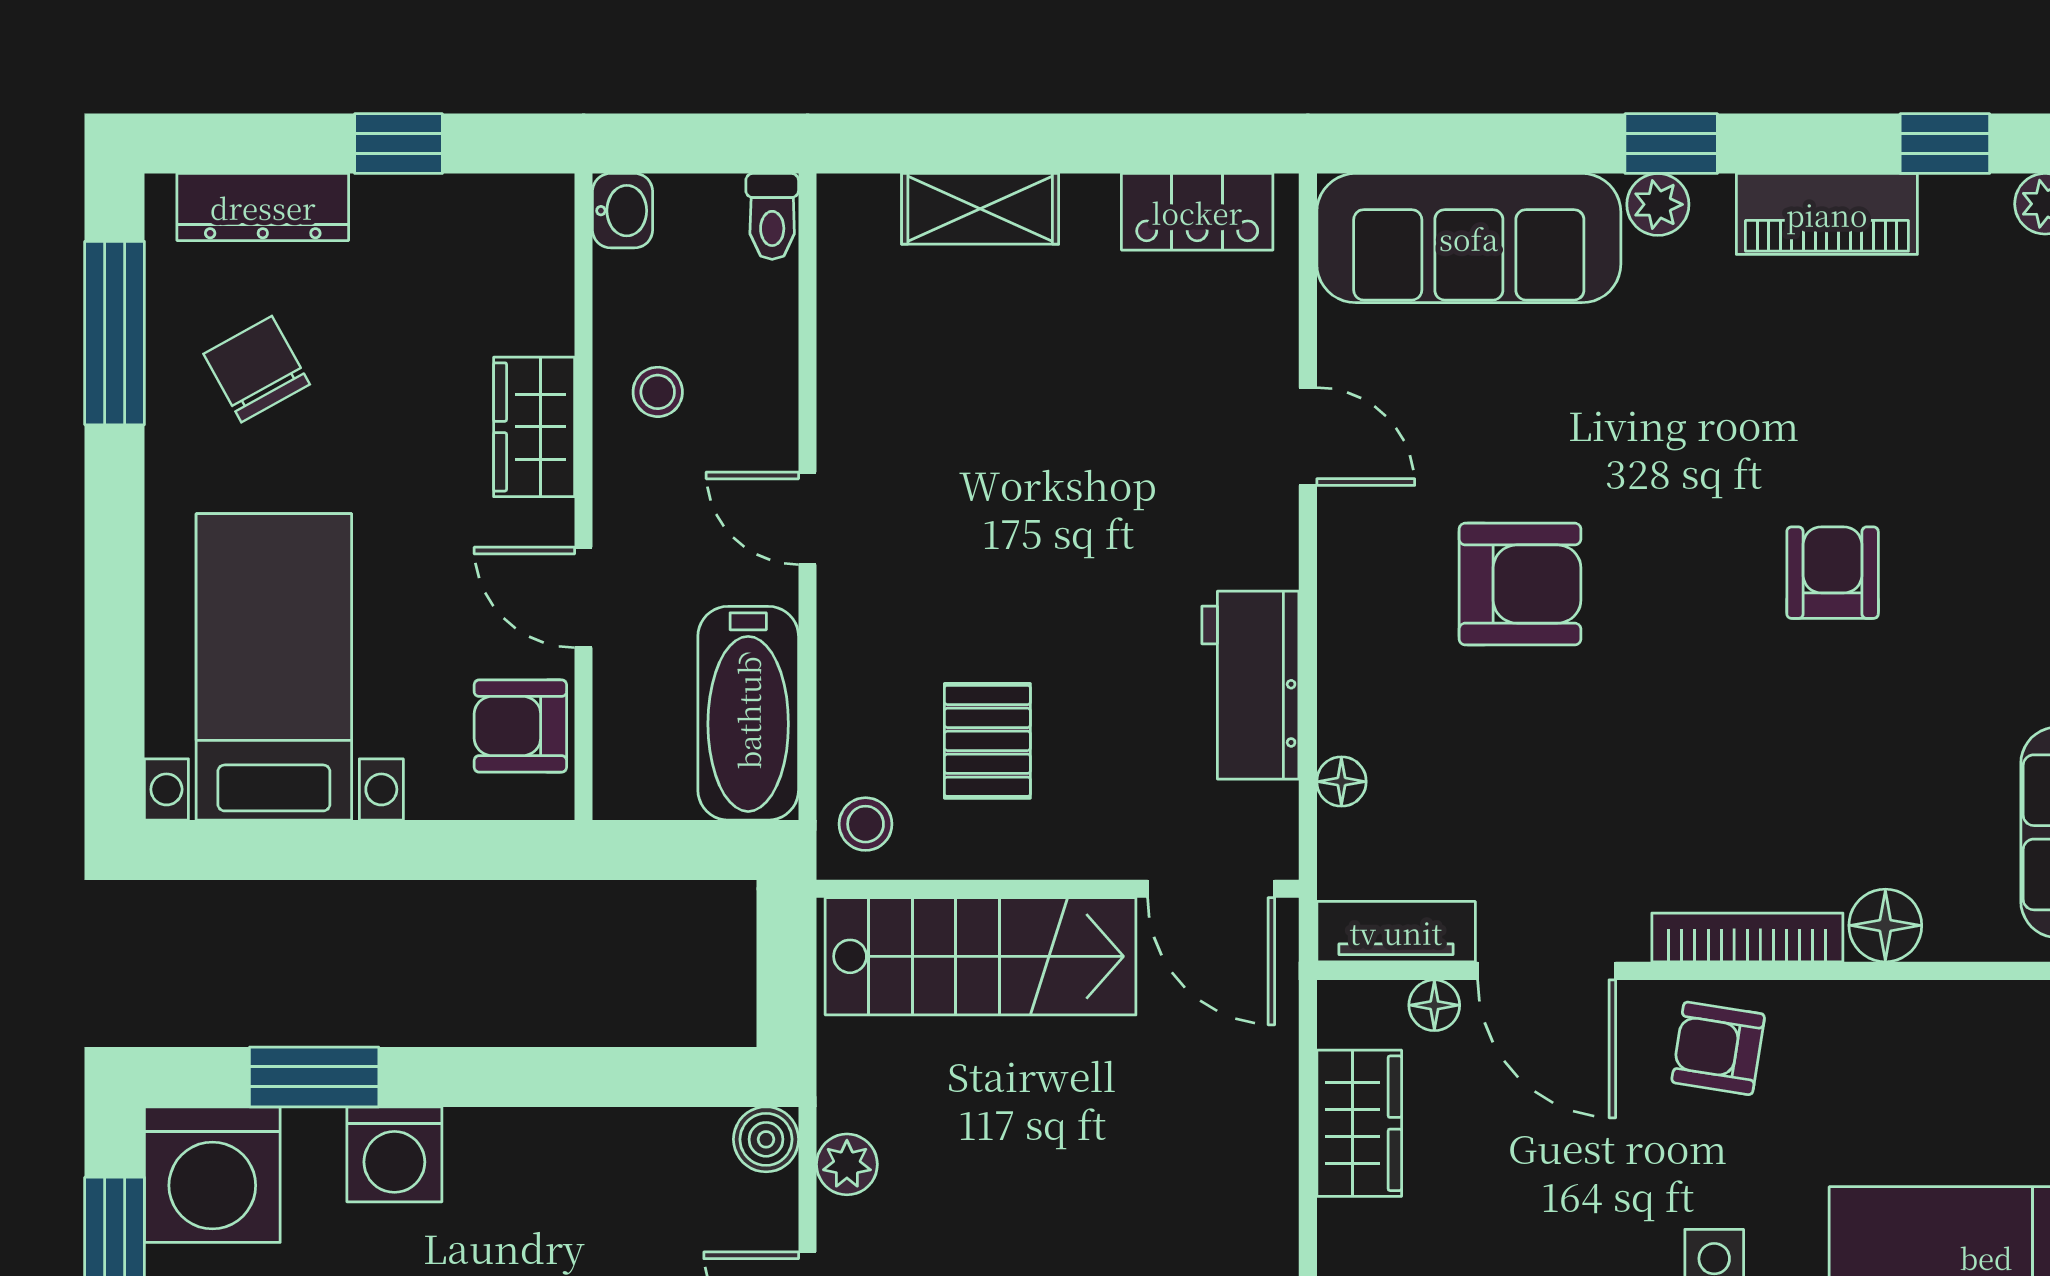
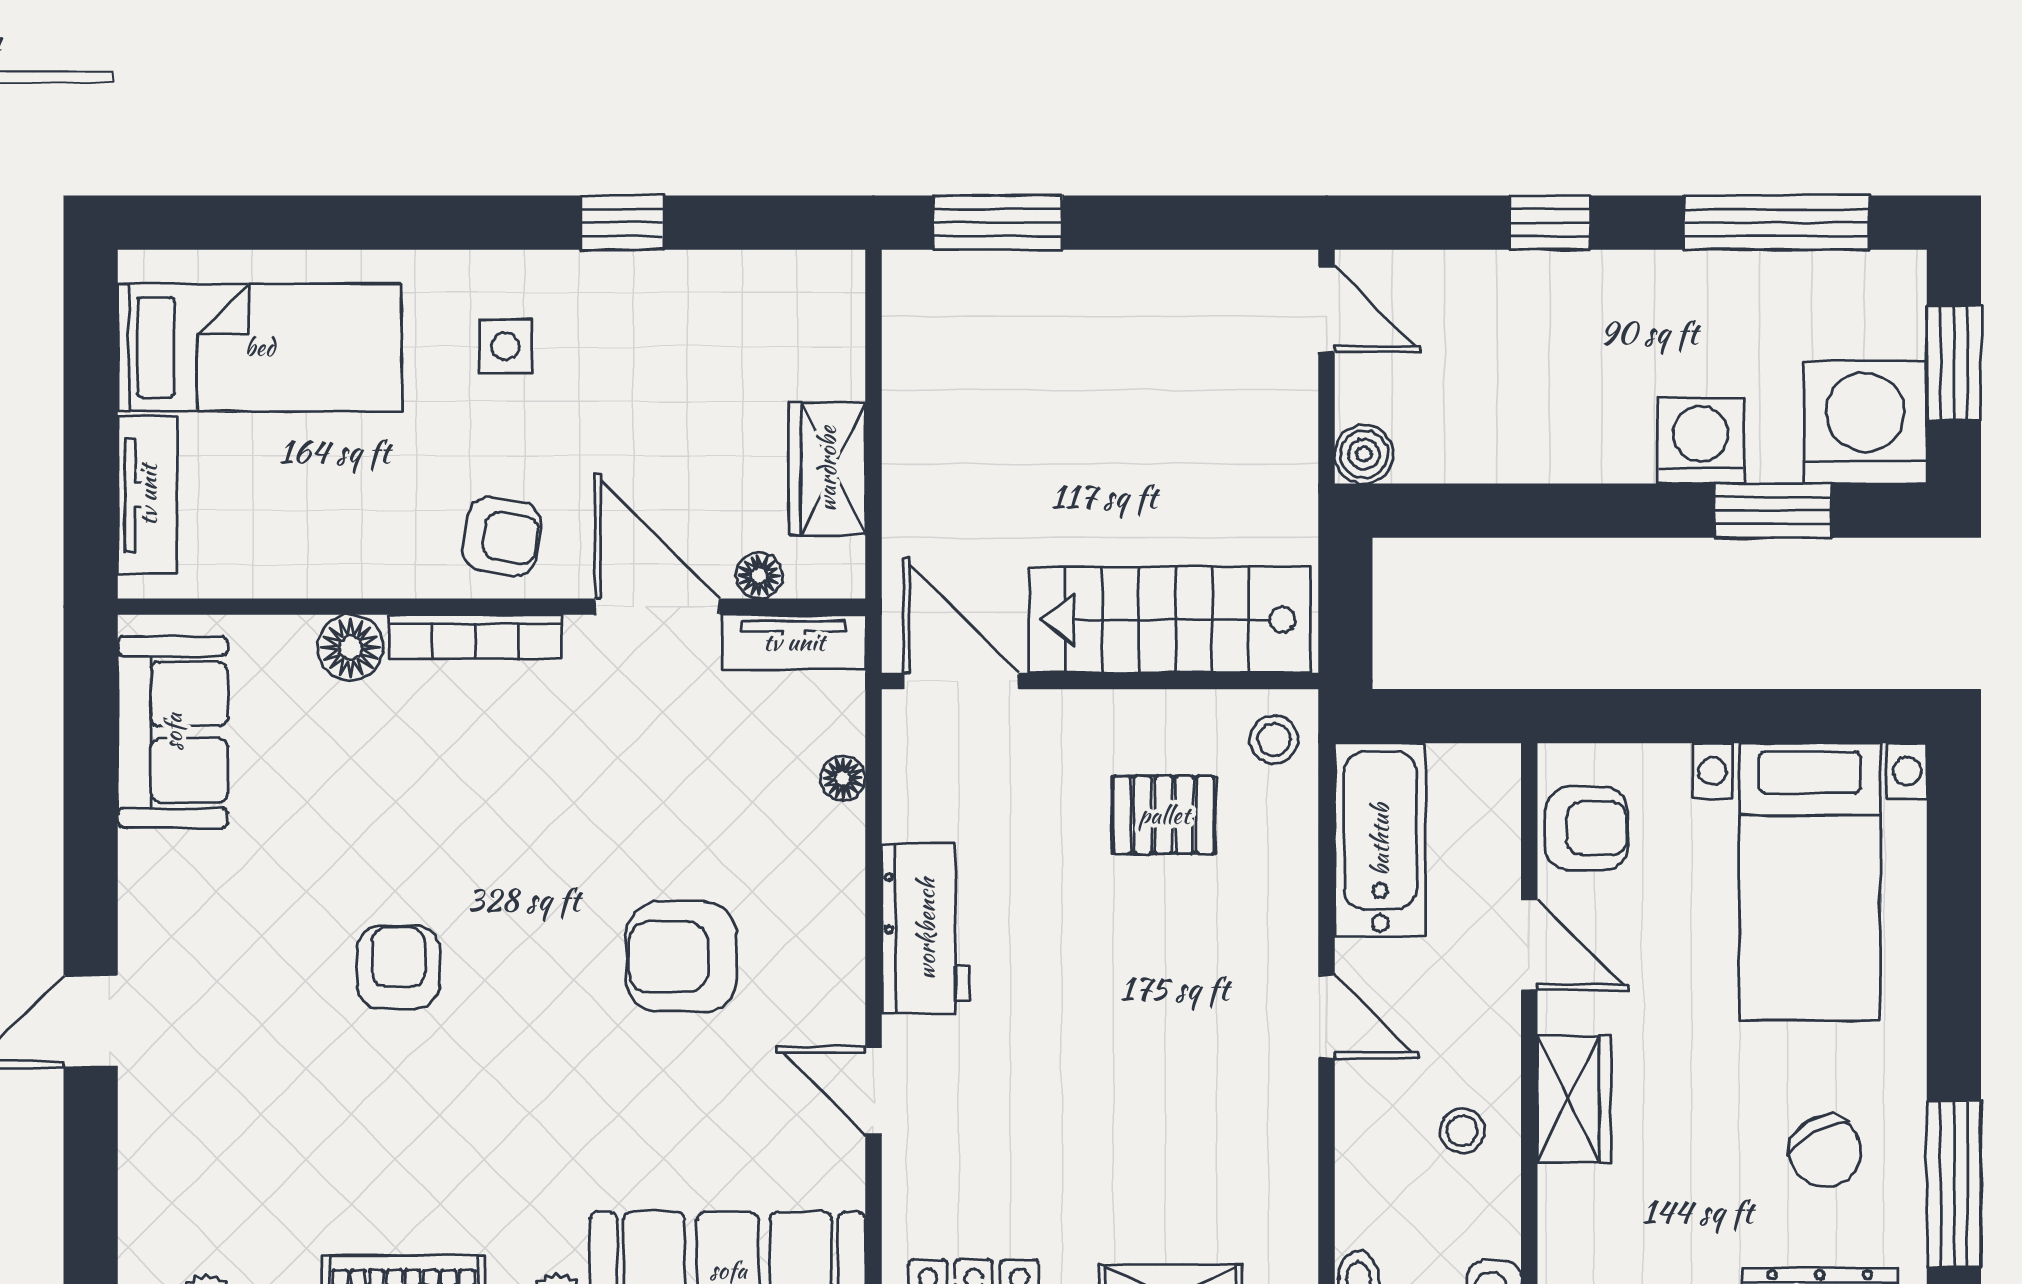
armchair: (1833, 573) -> (398, 967), turned 180
workbench: (1250, 685) -> (926, 929), moved
pallet: (987, 741) -> (1164, 815), turned 90
plant: (847, 1164) -> (1291, 431), removed

